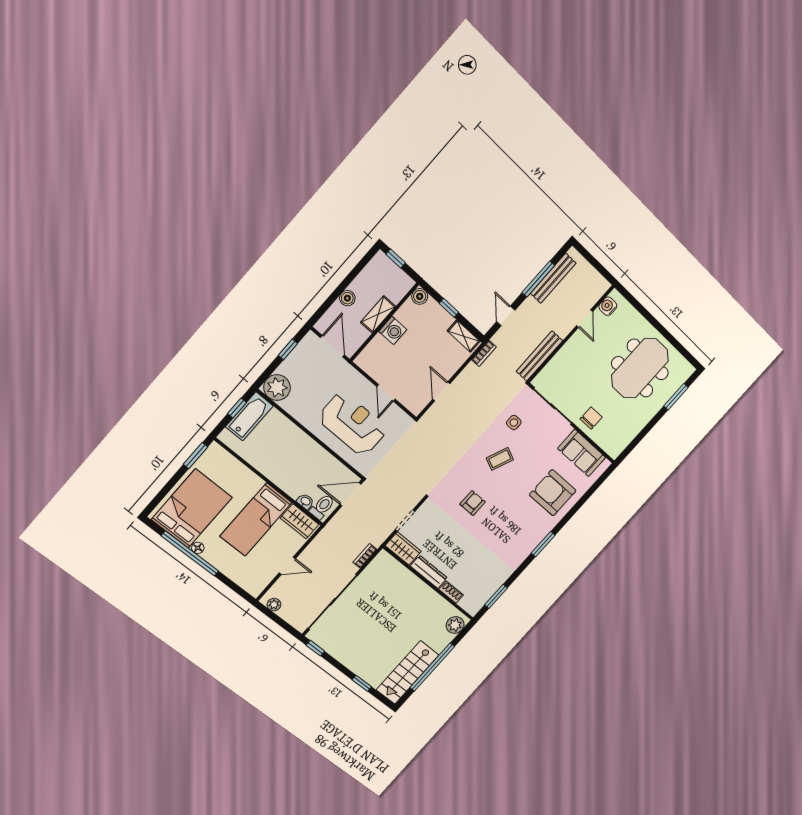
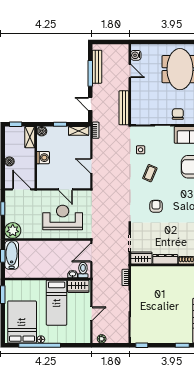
shelving: (378, 314) -> (30, 137), moved

